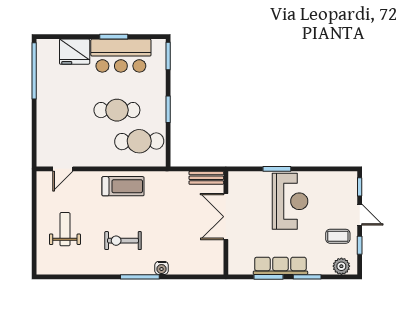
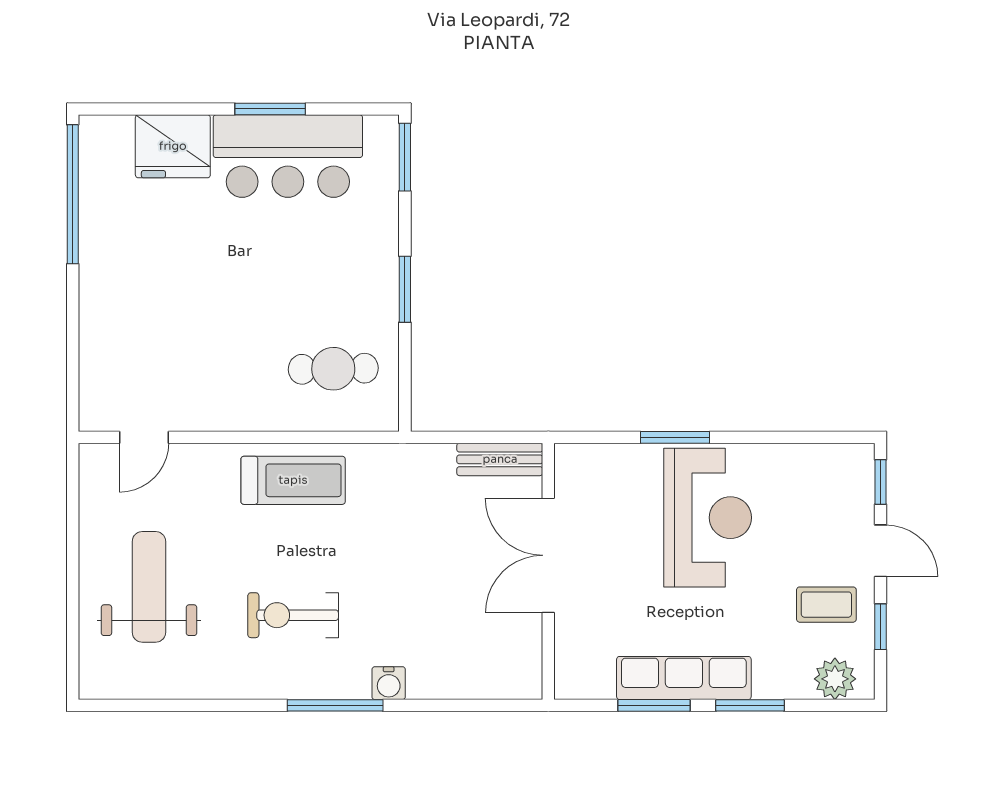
cafe table: (117, 110) -> (278, 291), removed
cafe table: (139, 141) -> (333, 369), width x0.73, depth x0.74
weight bench: (65, 229) -> (149, 587), width x1.36, depth x1.33

